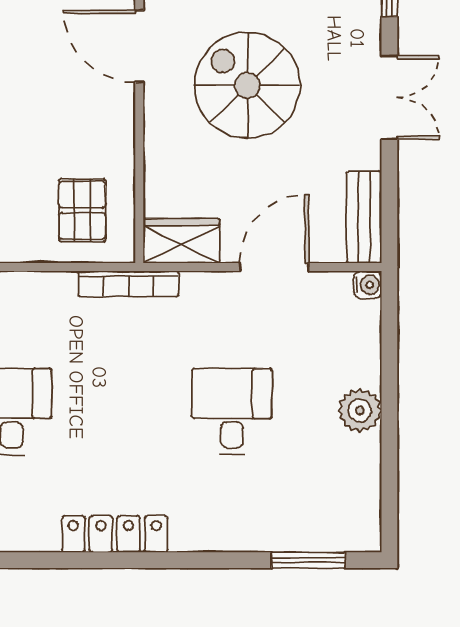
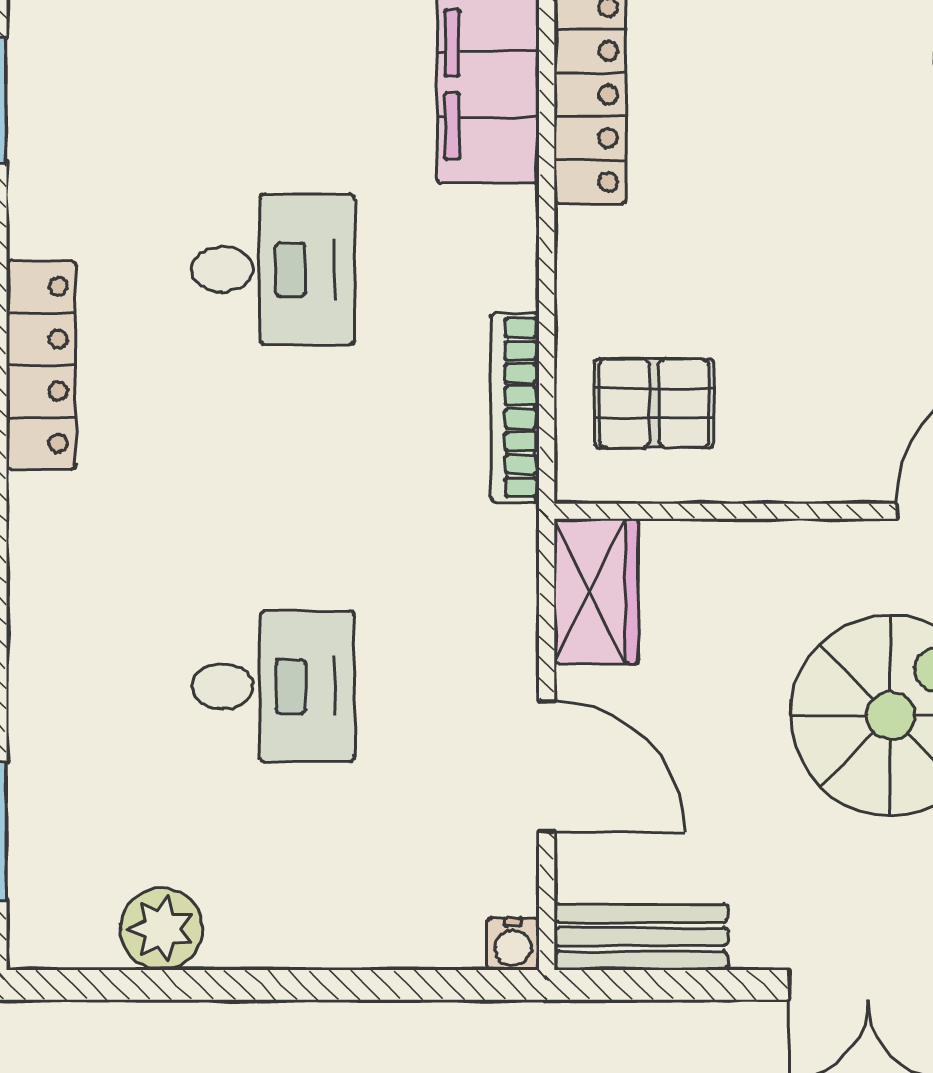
bookcase: (128, 284) -> (515, 407), moved
plant: (360, 410) -> (161, 929), moved
locker: (115, 534) -> (41, 365), moved

